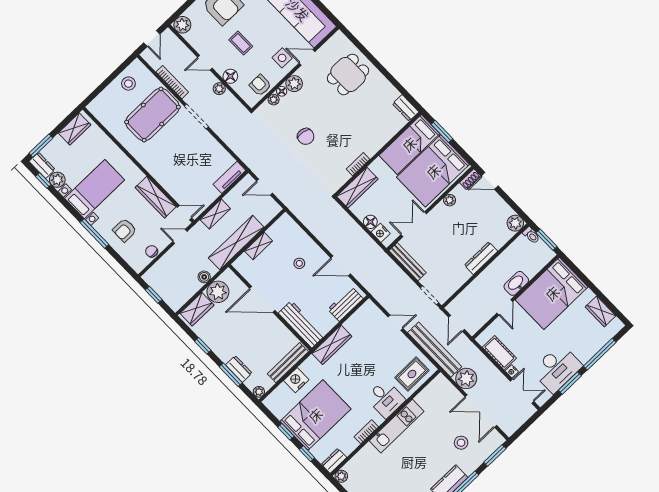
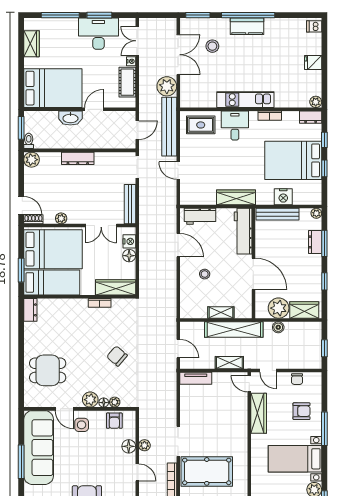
coffee table: (241, 43) -> (100, 462), removed
chair: (306, 136) -> (117, 356), turned -59

